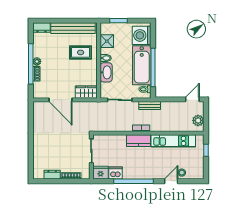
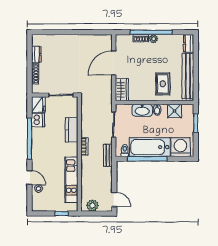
kitchen counter: (138, 141) -> (72, 130), moved

